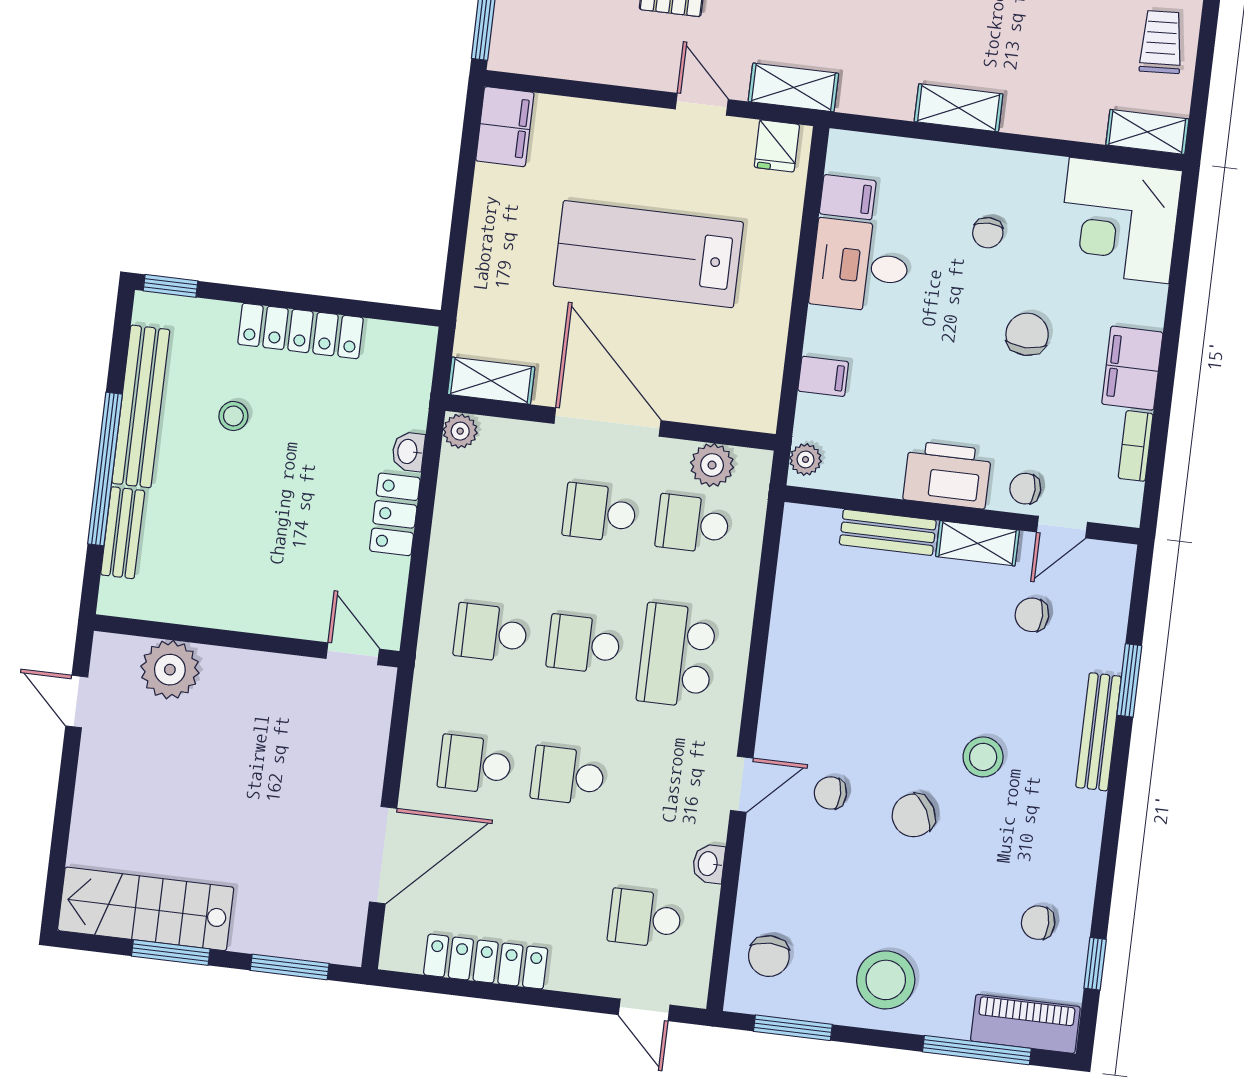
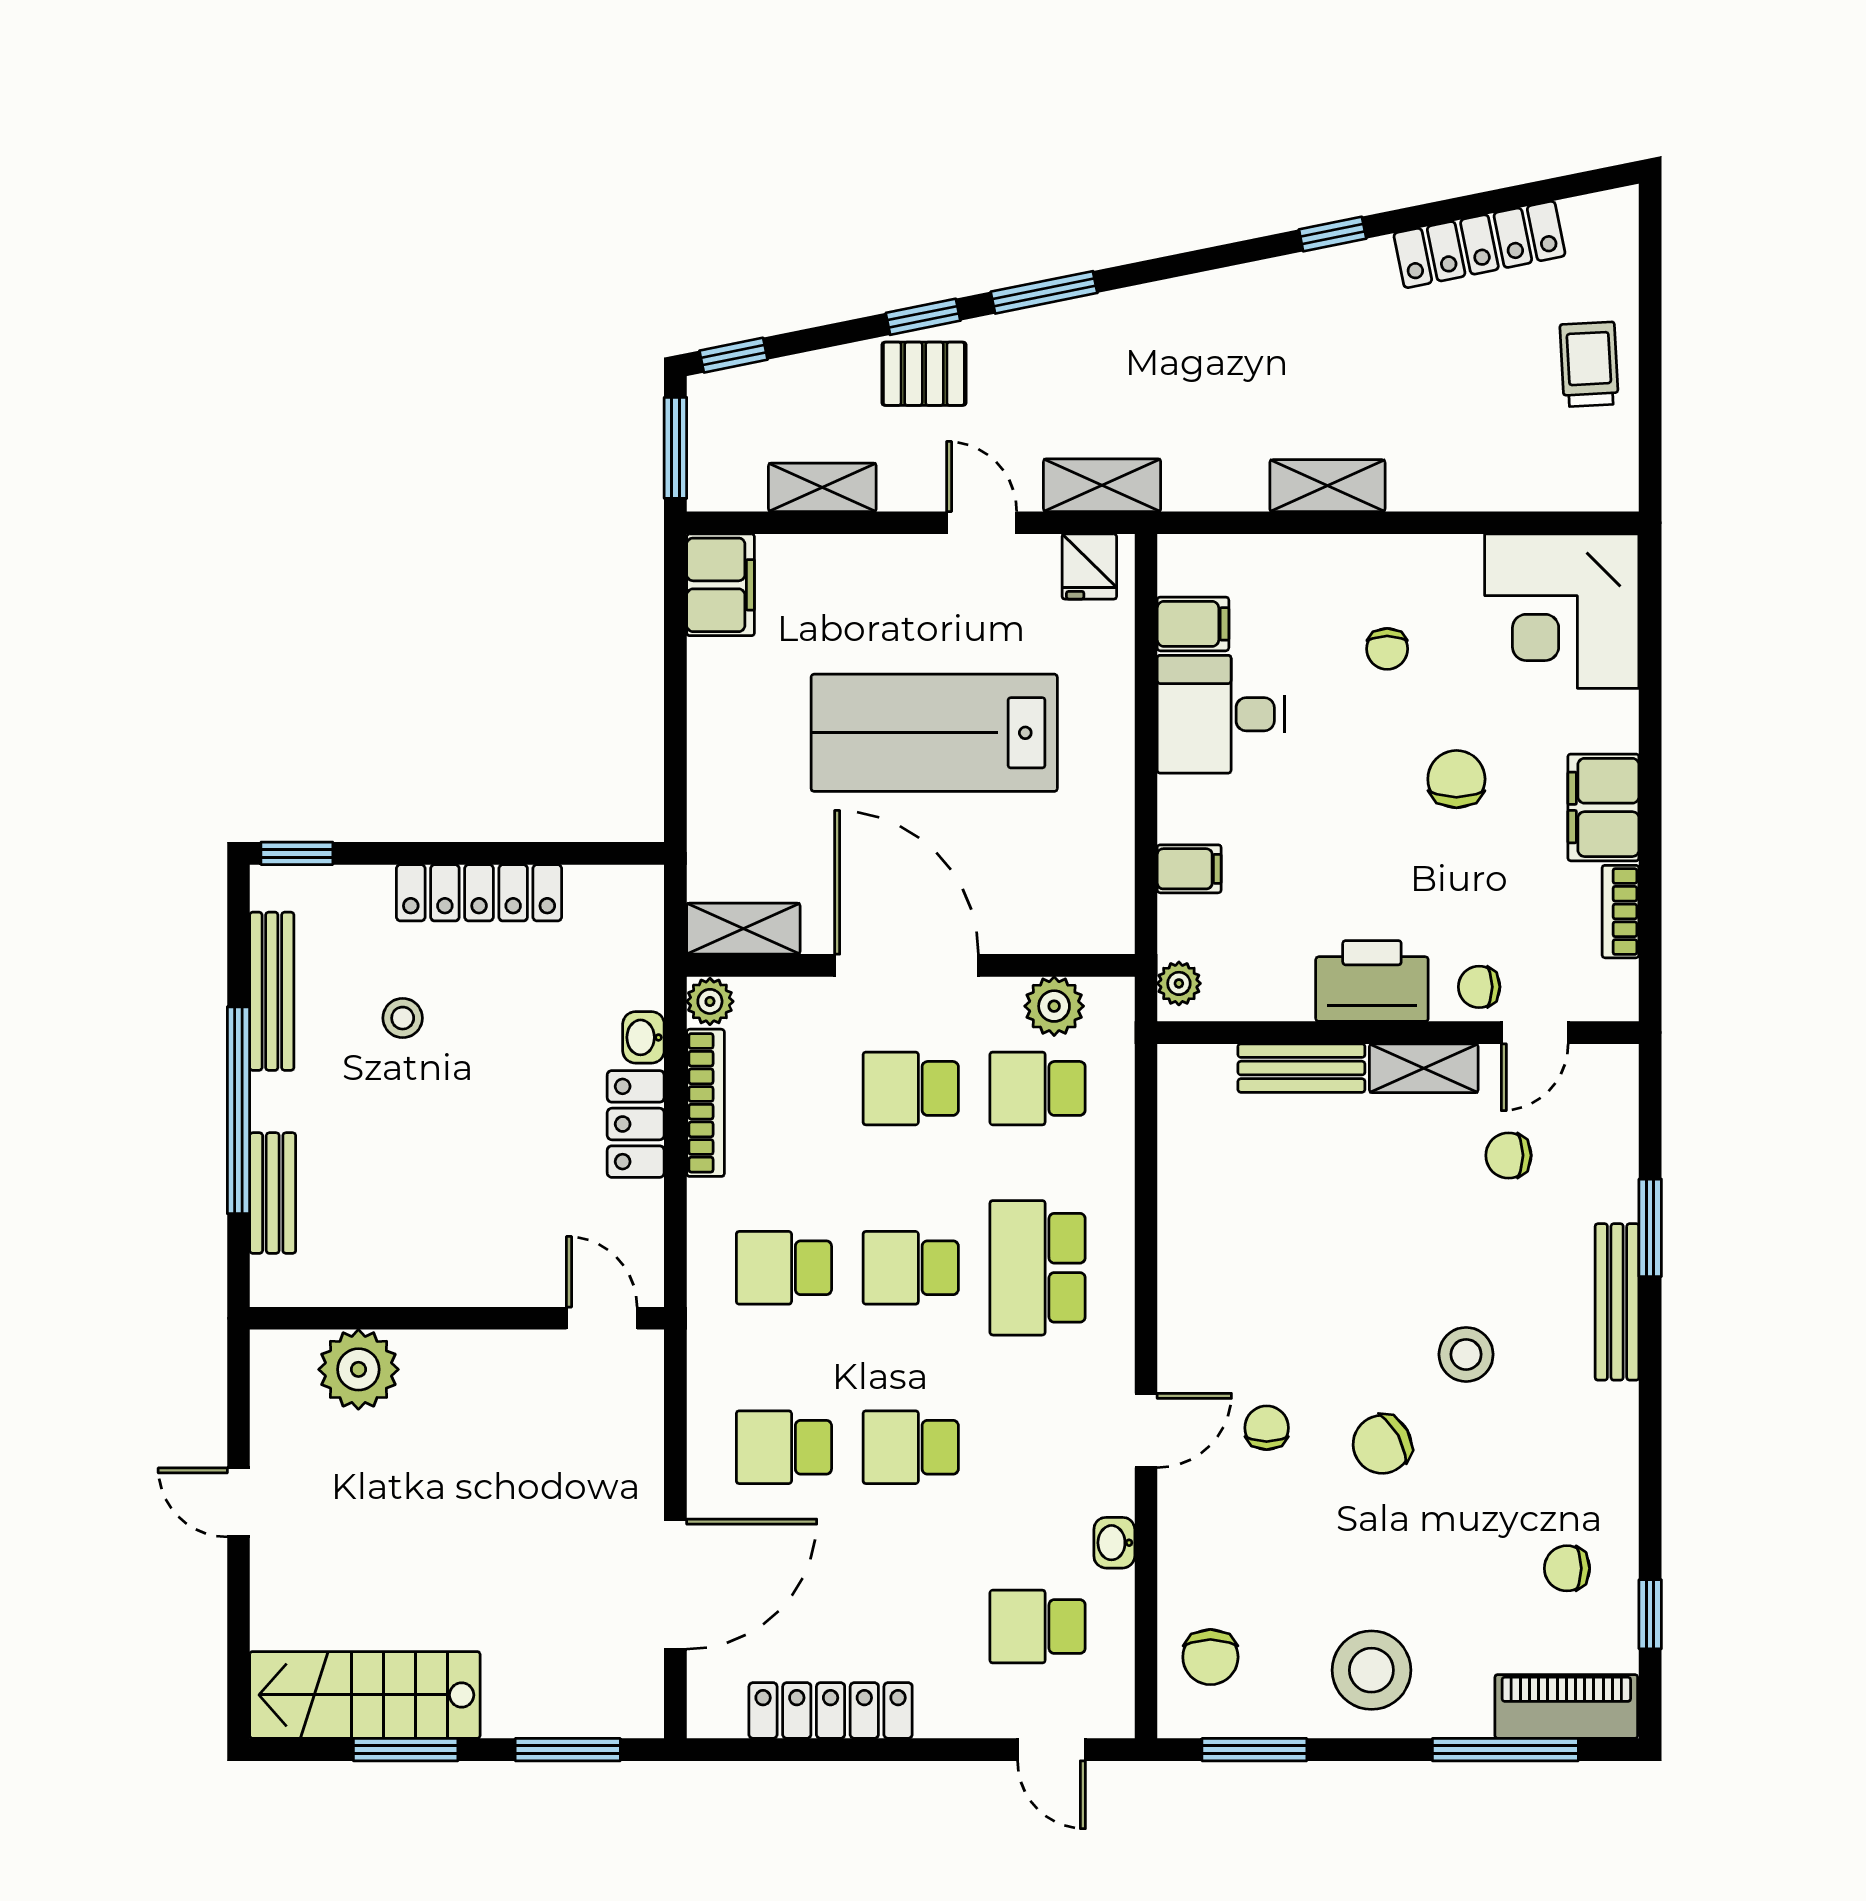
shelving: (1147, 132) -> (822, 487), moved
bench: (141, 406) -> (272, 991), width x0.73, depth x0.82
bookcase: (448, 505) -> (705, 1103), added
door: (77, 701) -> (238, 1502), moved
chair: (830, 793) -> (1267, 1428), turned 90

